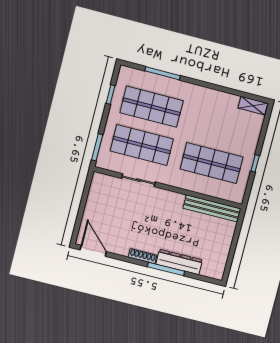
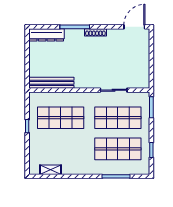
shelving: (253, 106) -> (51, 170), moved
door: (93, 251) -> (134, 27), swing flipped
dresser: (179, 262) -> (47, 35), moved

